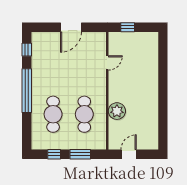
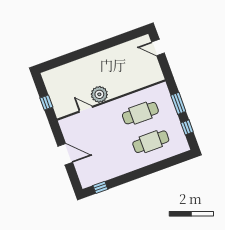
window: (27, 91) -> (138, 174), removed
plant: (117, 111) -> (99, 94), moved
door: (129, 154) -> (158, 47), moved

